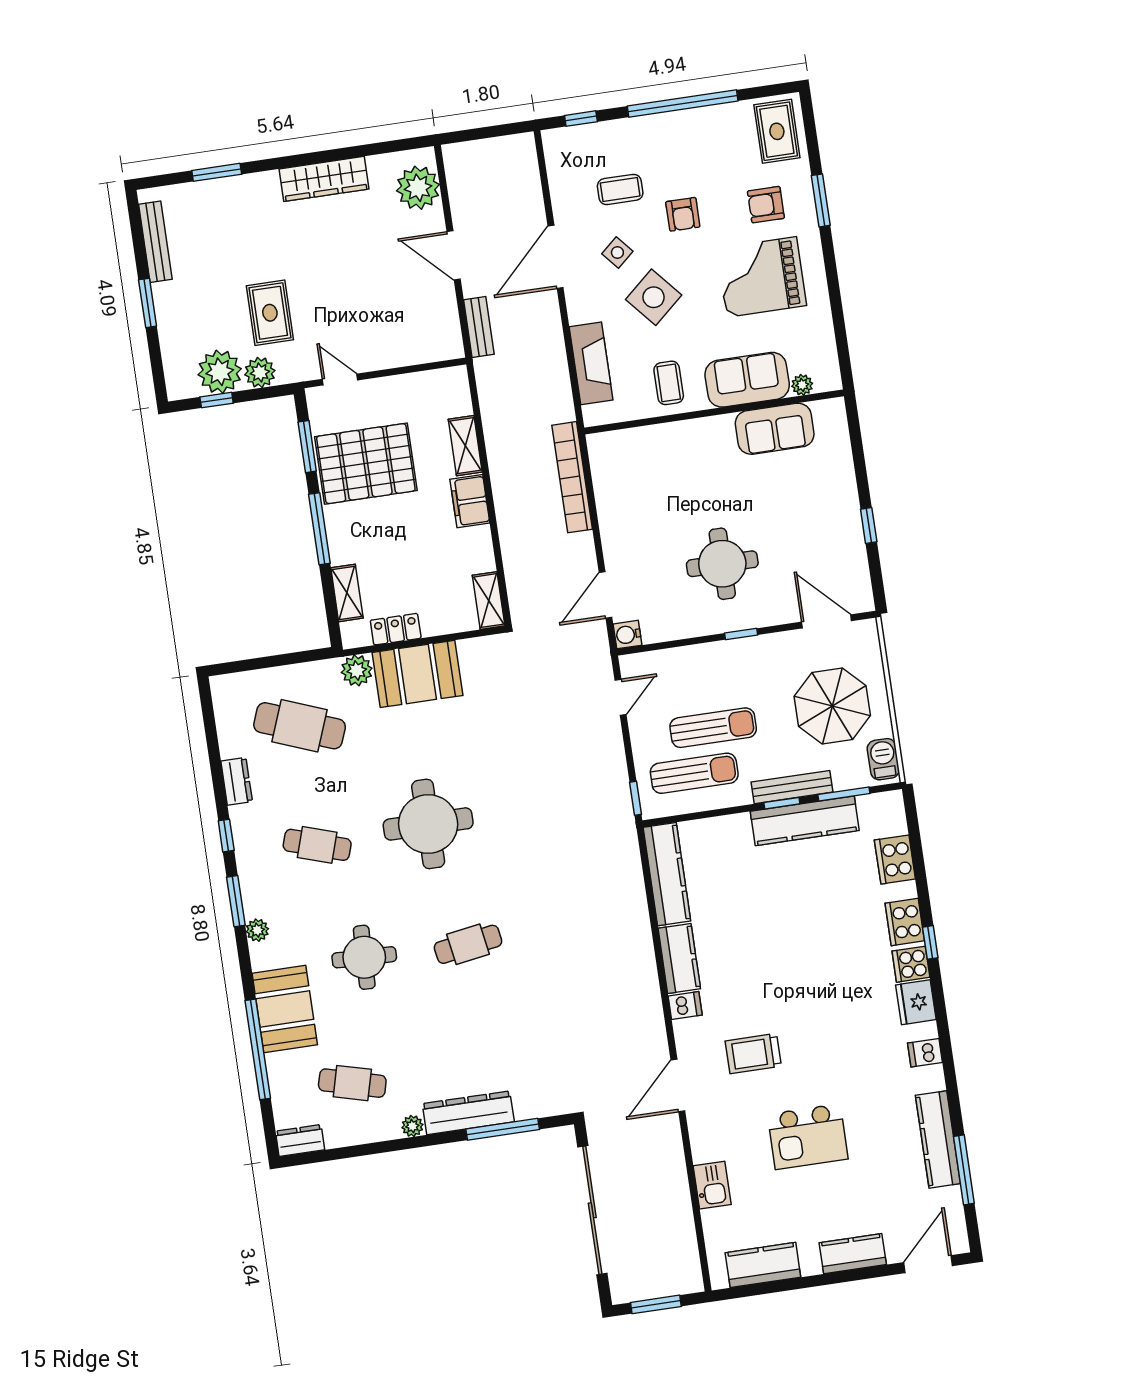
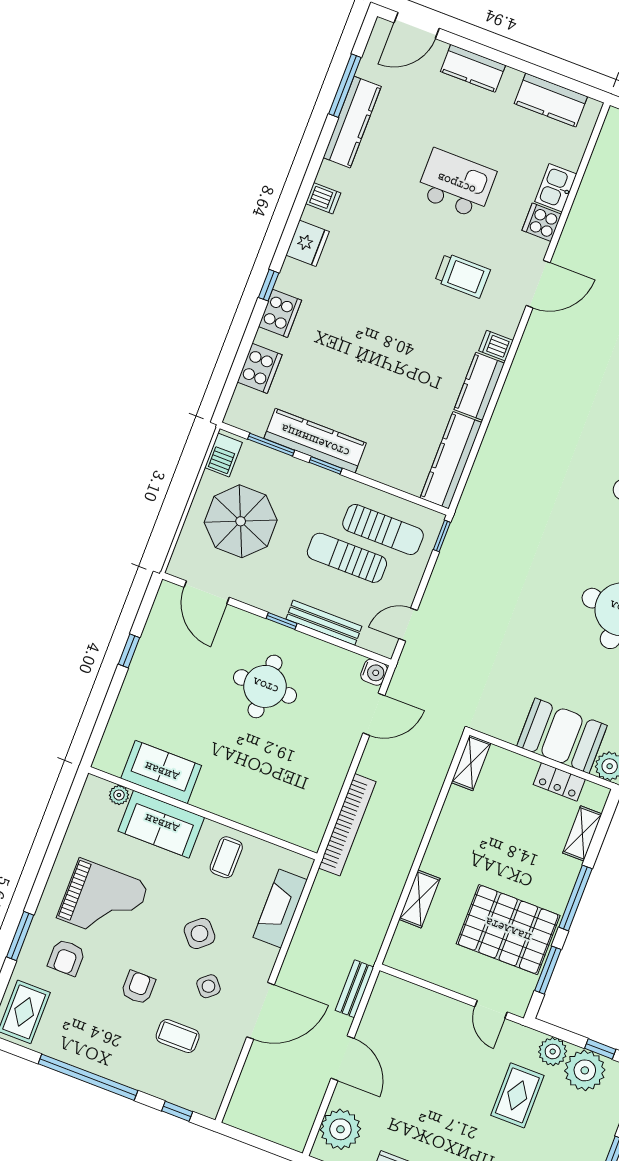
armchair: (766, 205) -> (66, 957), turned 90
side table: (654, 297) -> (200, 934), width x0.73, depth x0.73
filing cabinet: (470, 501) -> (441, 852), removed
sun lounger: (694, 773) -> (383, 530), turned 180
bench: (792, 787) -> (324, 623), moved
cooker: (911, 964) -> (542, 222), moved, turned 180

